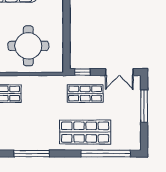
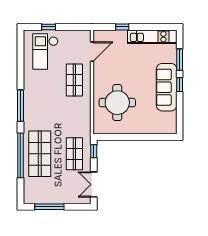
window: (144, 106) -> (49, 207), moved
window: (106, 154) -> (20, 155), moved

